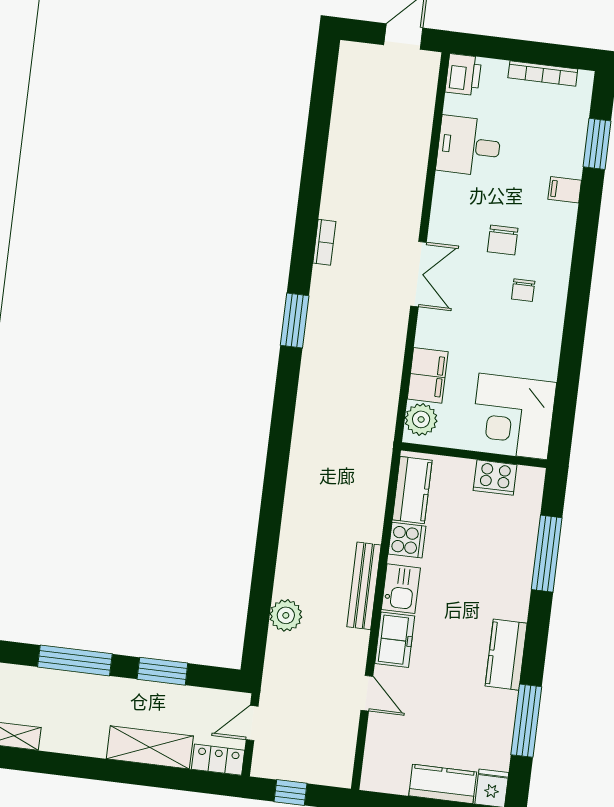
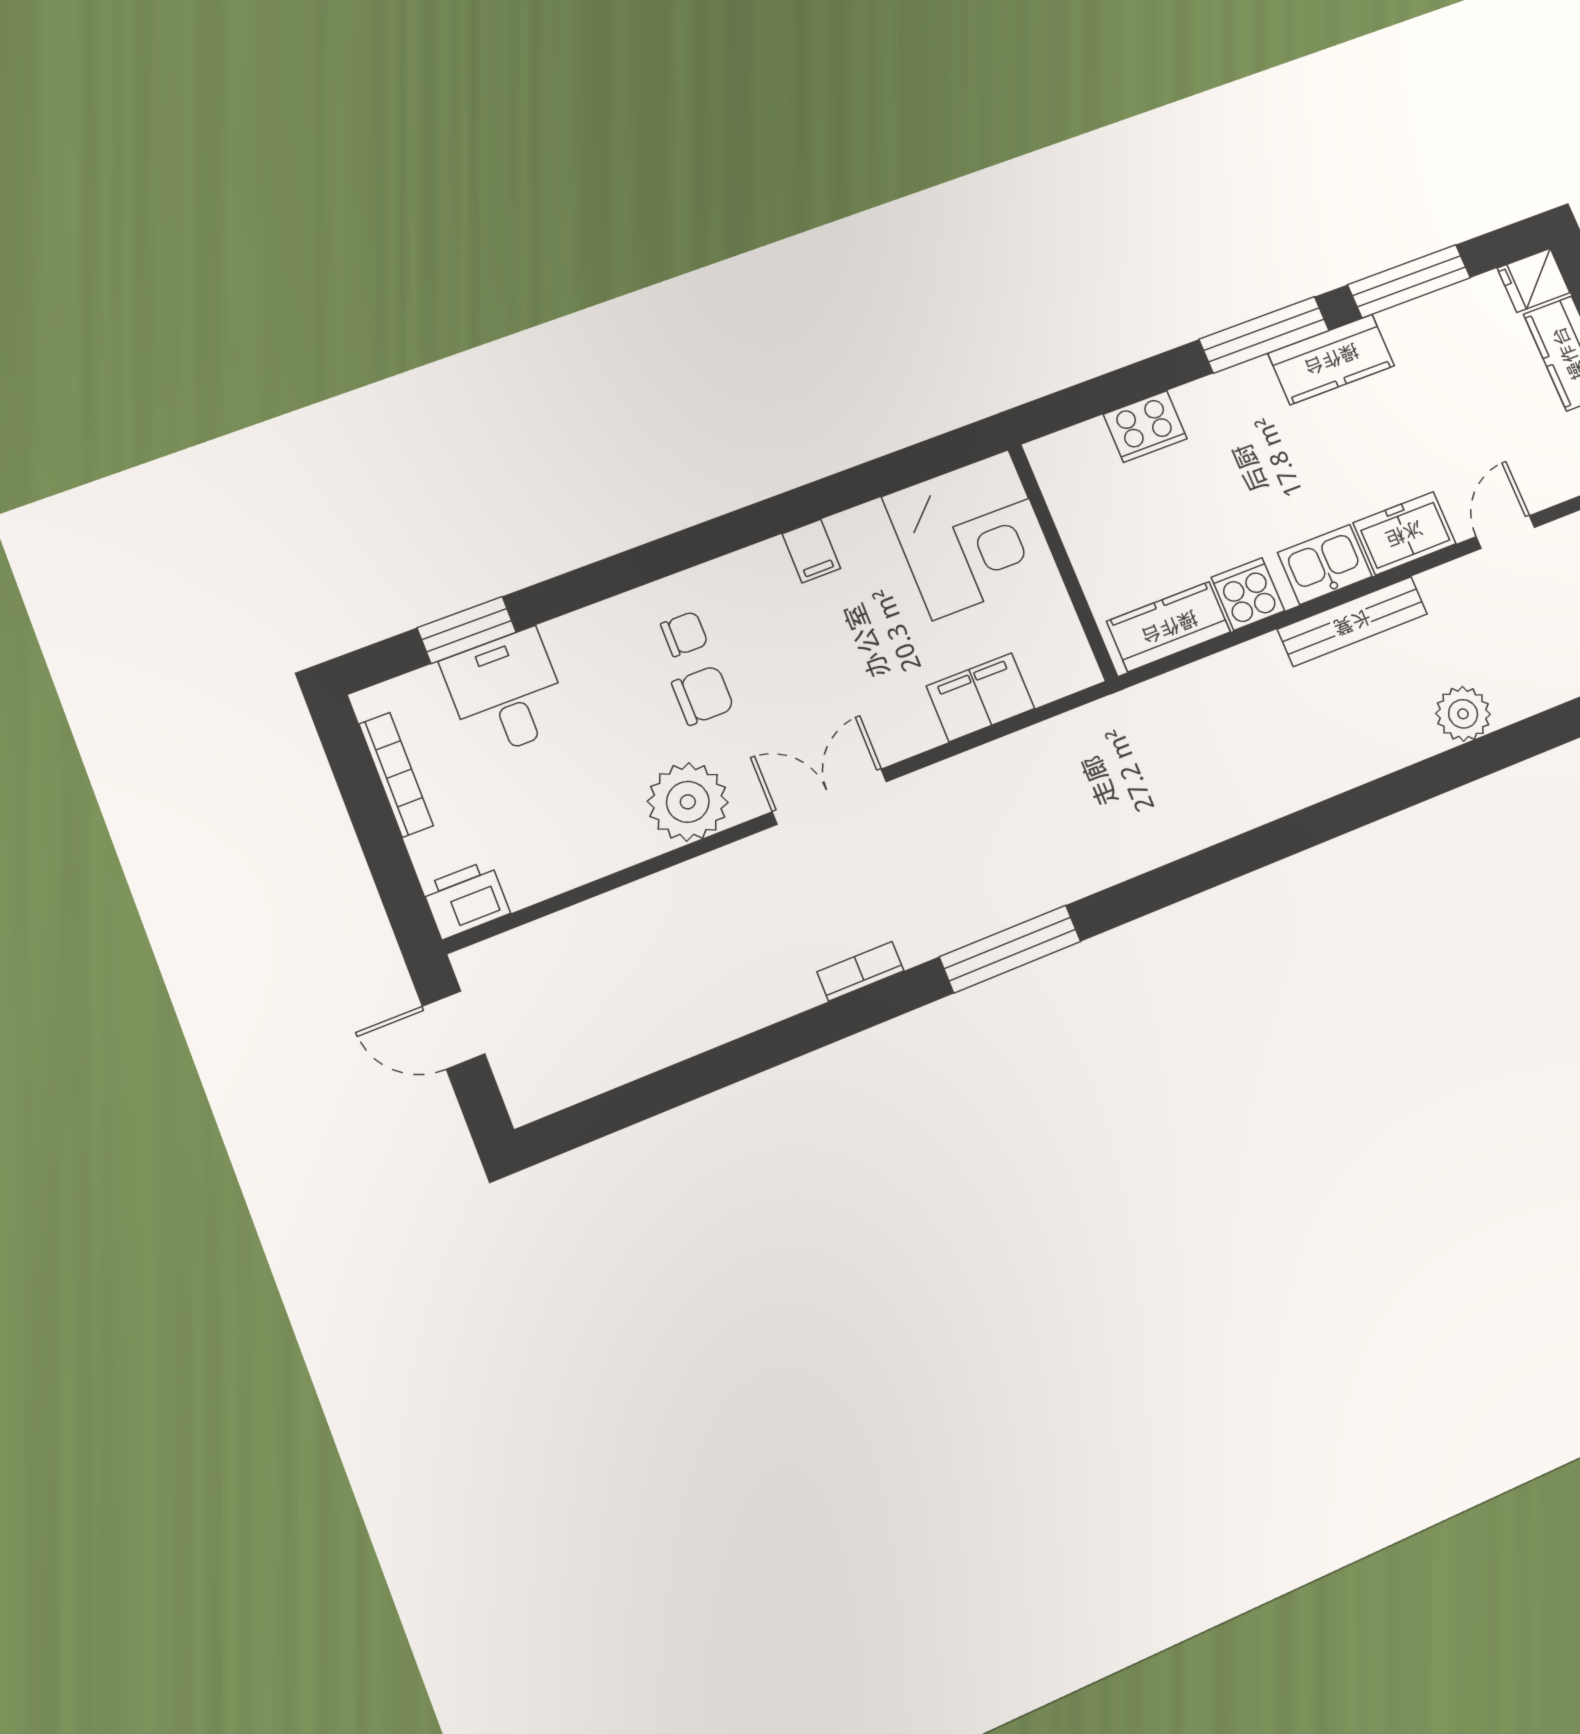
desk: (469, 146) -> (506, 693), moved, turned 180
filing cabinet: (565, 190) -> (811, 551), moved
chair: (523, 290) -> (684, 634), moved
window: (295, 321) -> (1010, 949), width x1.44
plant: (421, 419) -> (688, 802), moved, width x1.36, depth x1.36
cooker: (495, 478) -> (1145, 427), moved, turned 90
window: (547, 554) -> (1264, 335), moved

